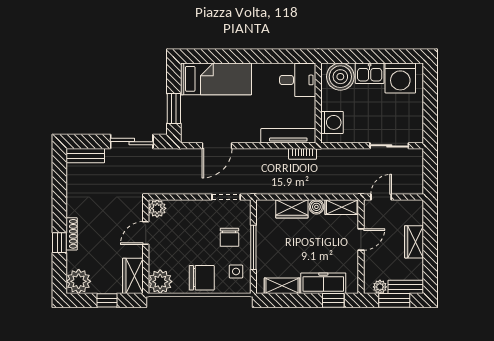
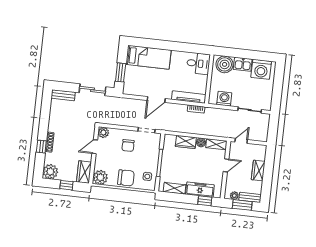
washing machine: (332, 122) -> (224, 99), moved, turned -90
door: (217, 146) -> (156, 100), moved
chair: (229, 237) -> (128, 145), moved

